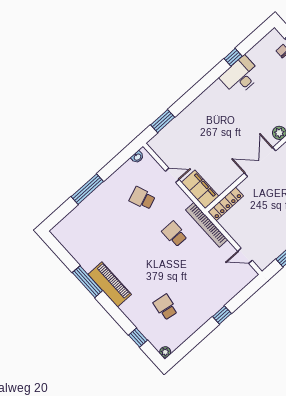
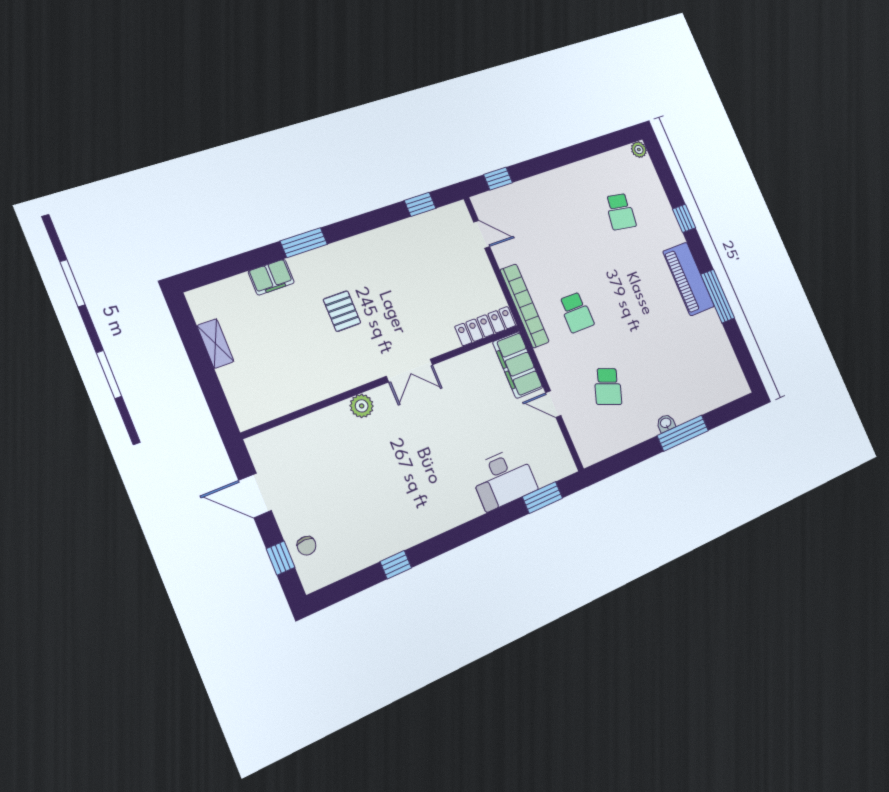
desk: (241, 76) -> (503, 479), moved
washbasin: (137, 157) -> (666, 423), moved
double door: (260, 162) -> (410, 370), width x0.73
school desk: (142, 198) -> (608, 387), turned 42
window: (222, 315) -> (498, 179), moved
window: (138, 338) -> (684, 218), moved

